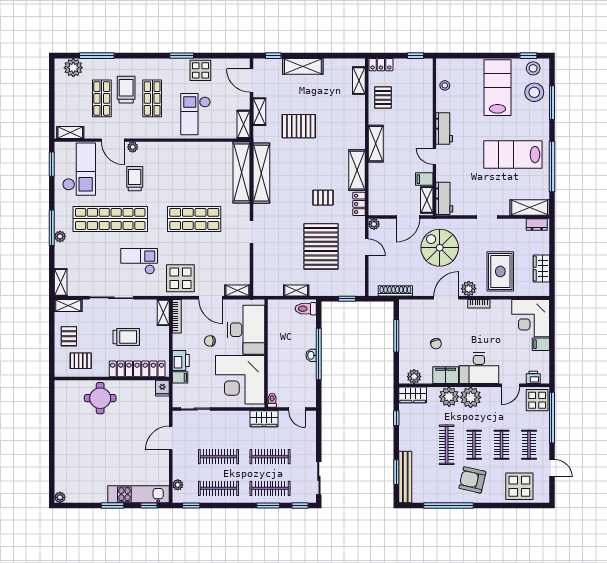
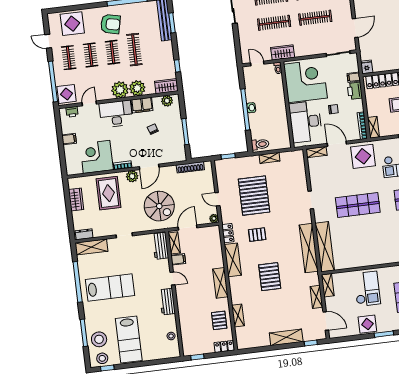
shelving: (359, 81) -> (238, 315), moved
pallet: (299, 126) -> (270, 277), moved, turned 90
corner desk: (531, 318) -> (97, 157), moved, turned -90

